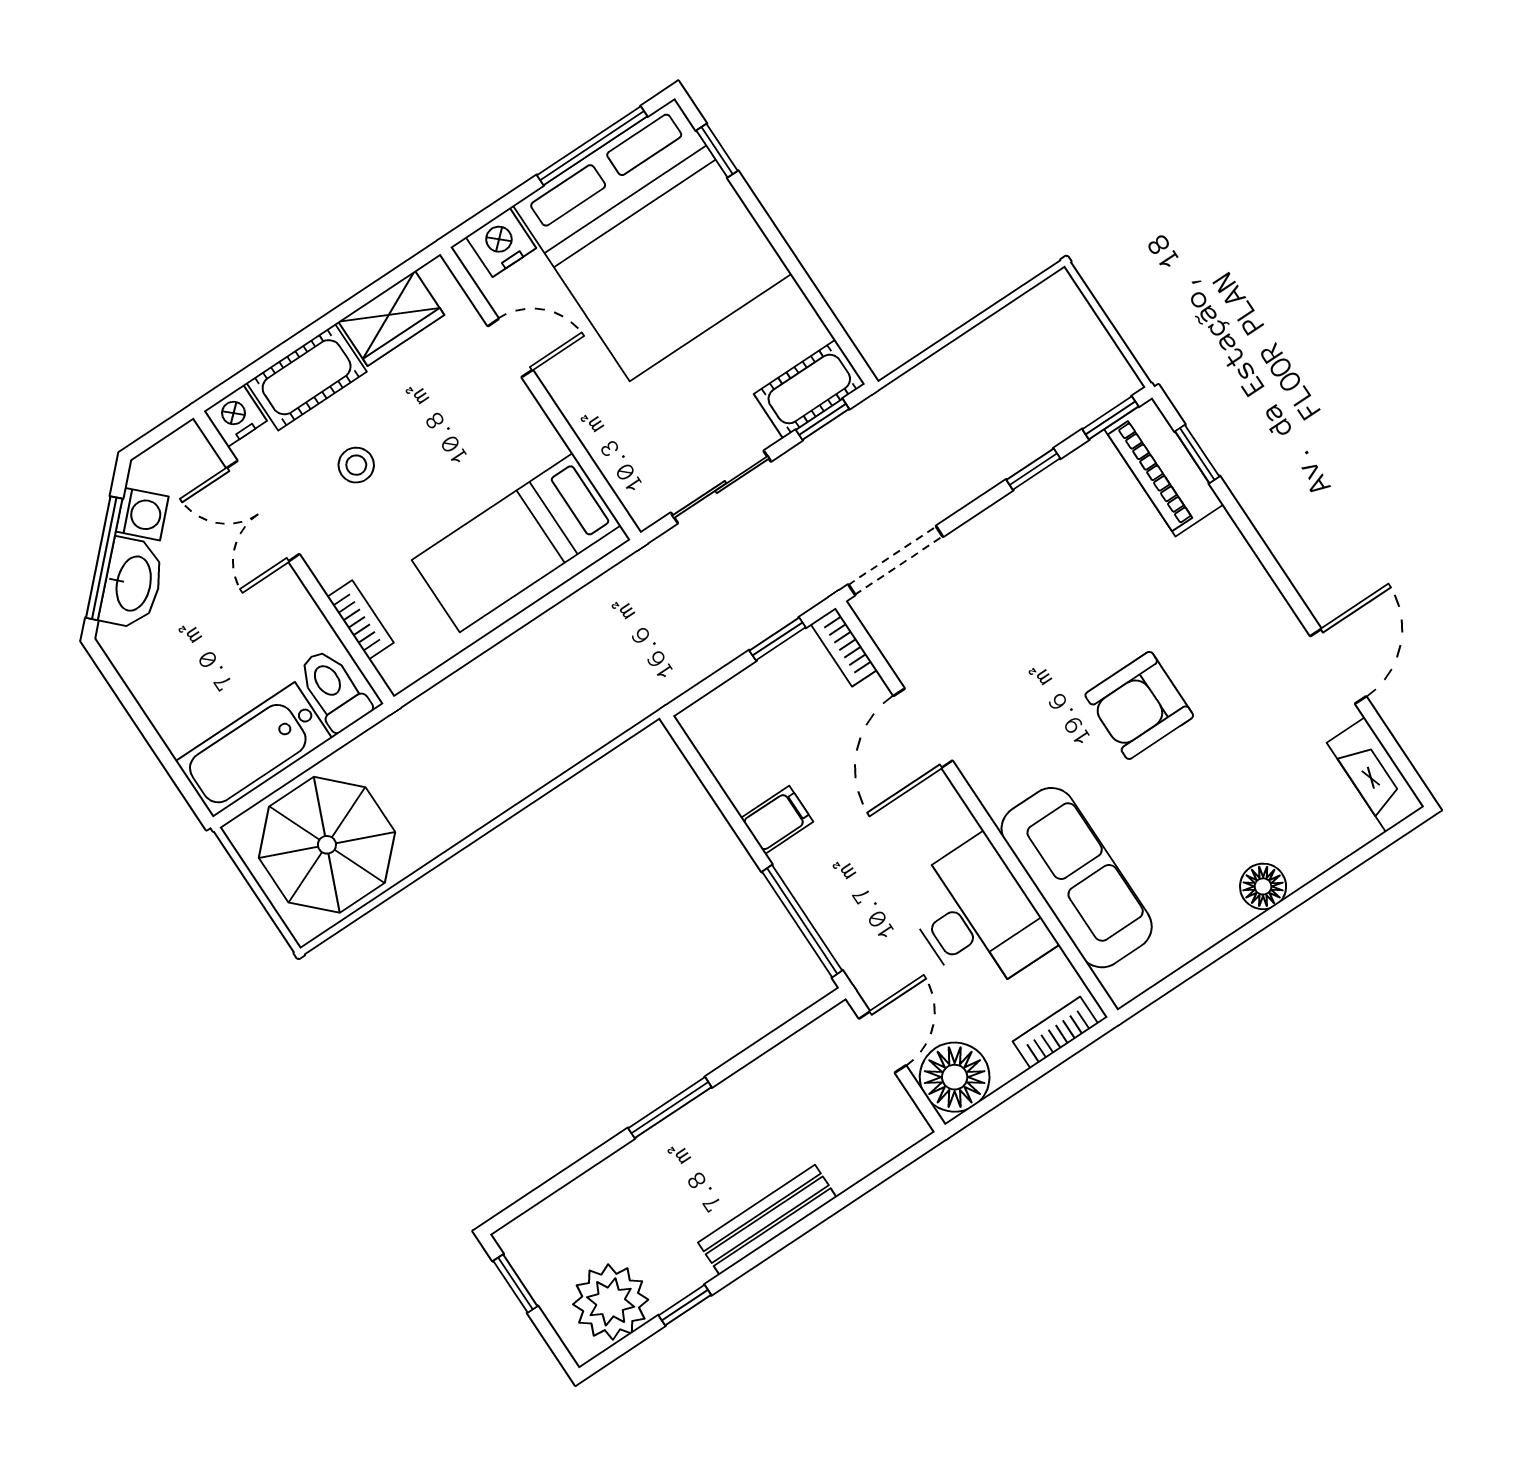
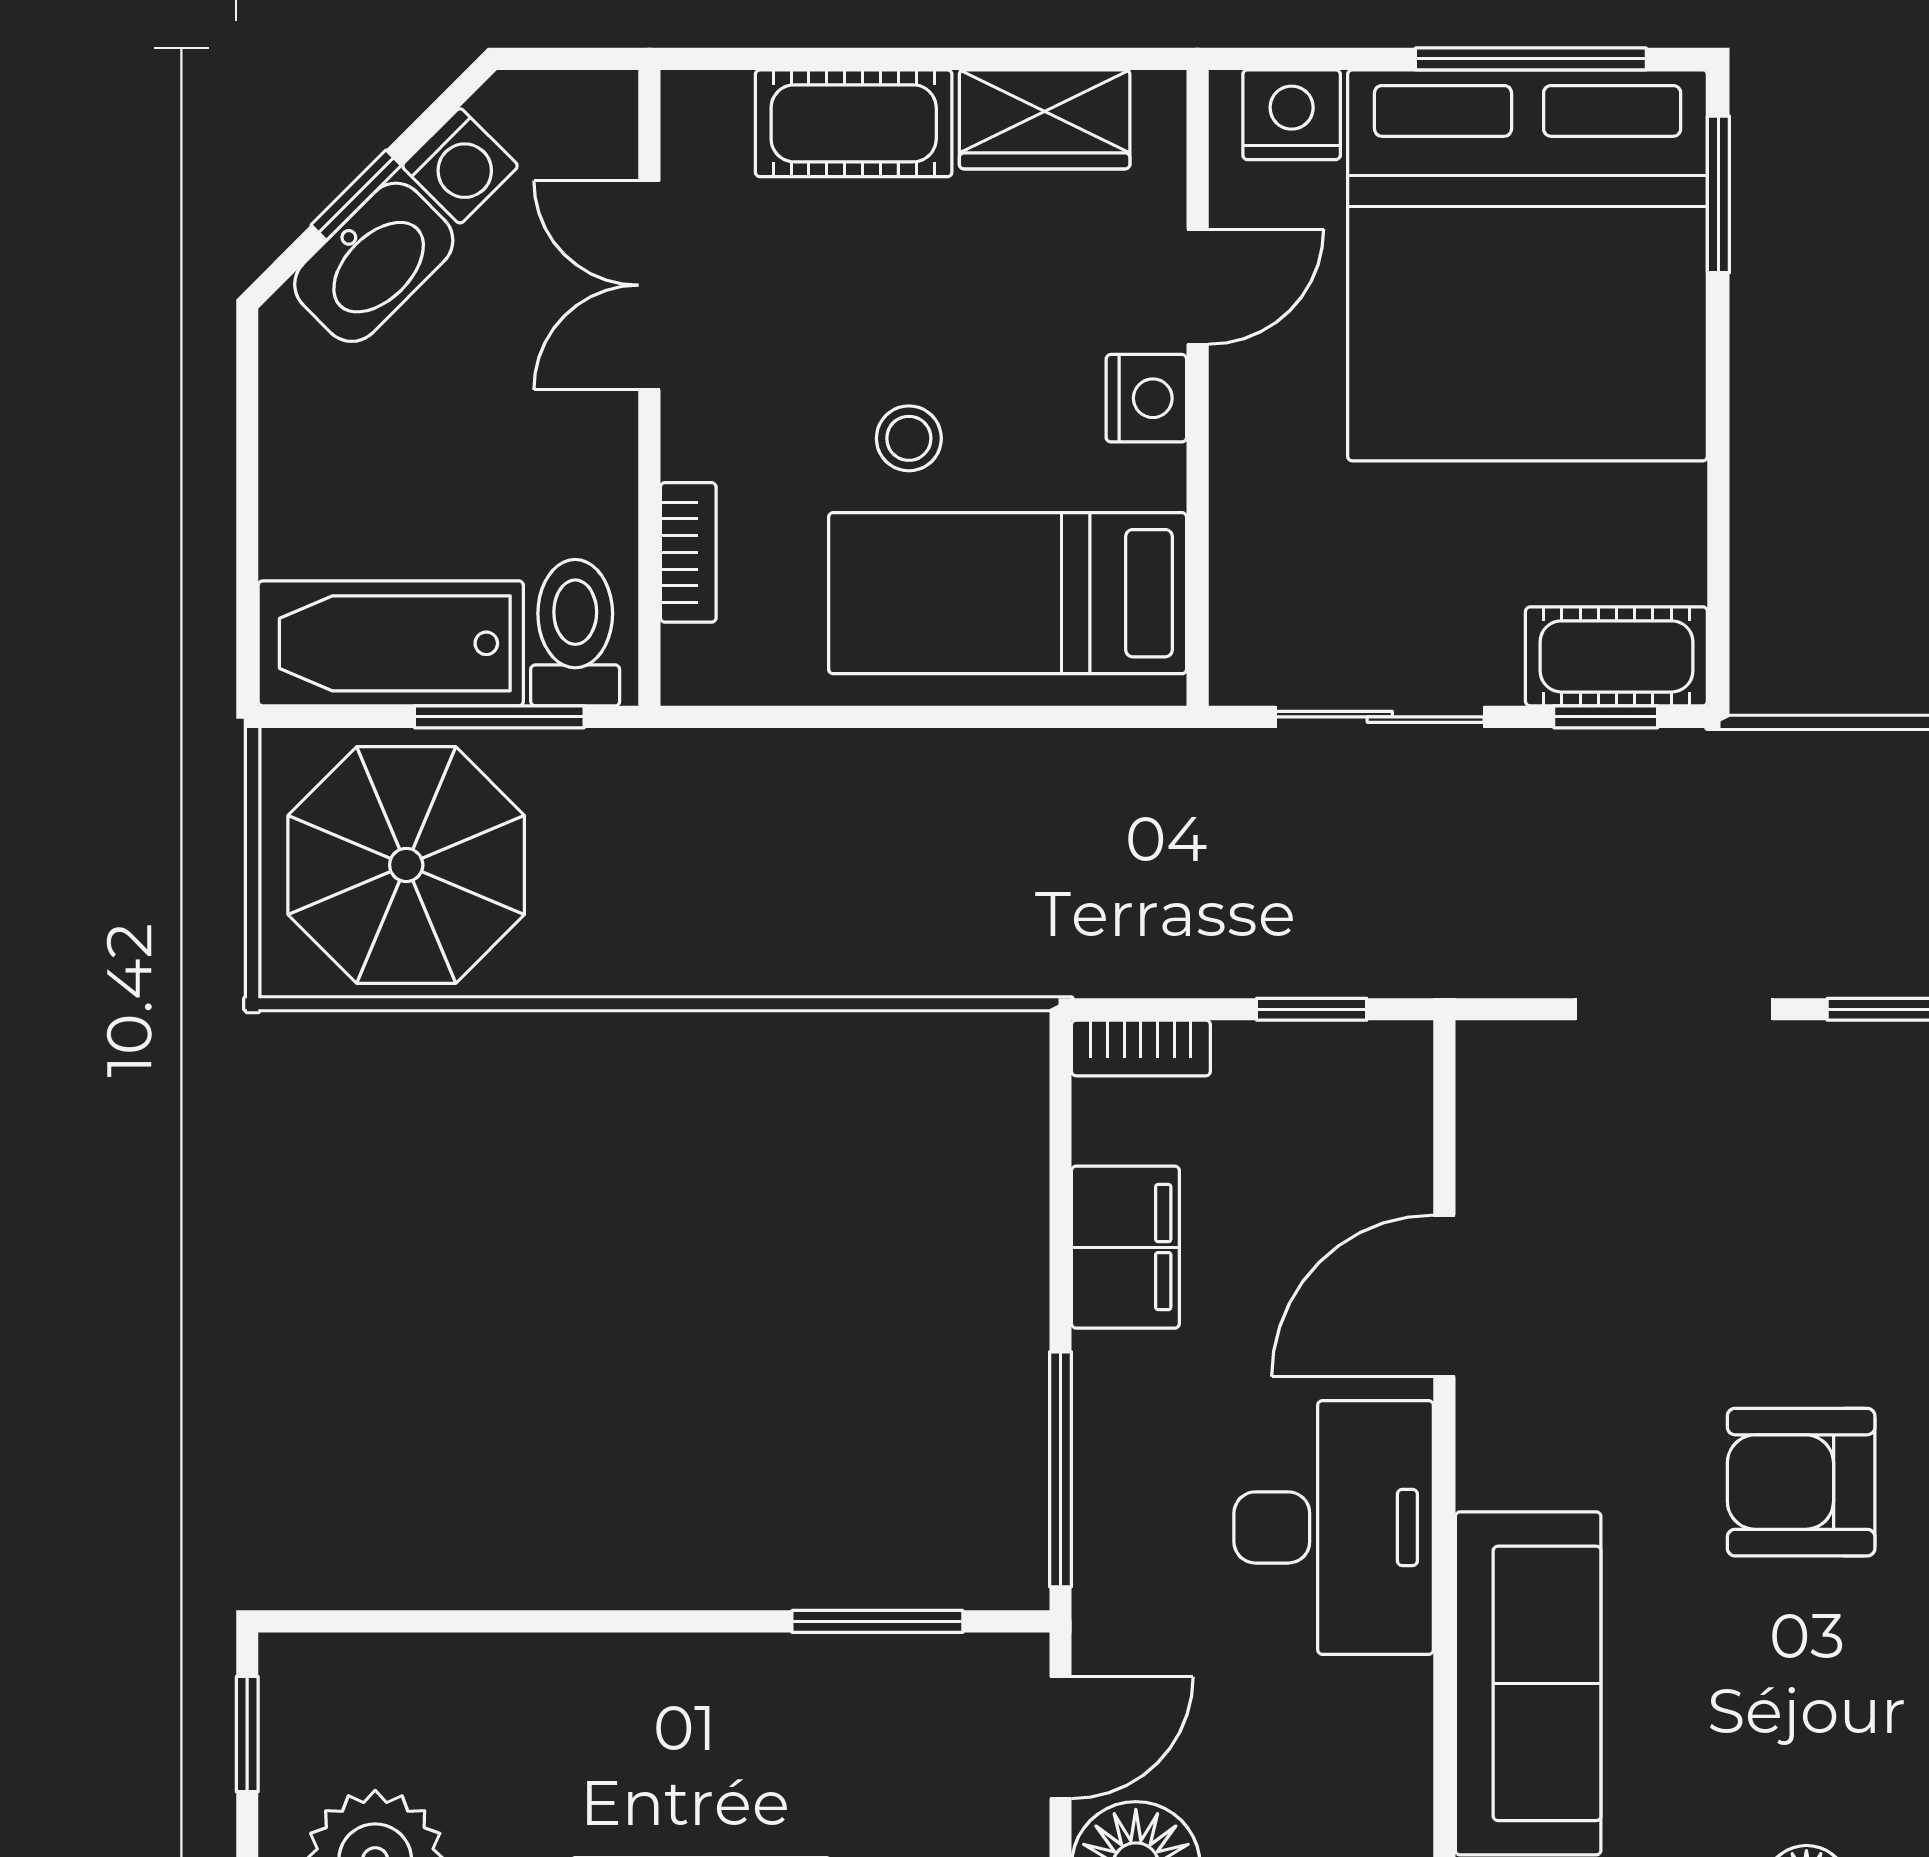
window: (717, 151) -> (1718, 194), width x1.50
door: (510, 348) -> (1198, 287), hinge flipped
nightstand: (235, 416) -> (1146, 398), moved, turned 90
stool: (356, 465) -> (909, 438), moved
window: (104, 558) -> (356, 195), width x0.46
doorway: (896, 561) -> (1674, 1009), moved
bookcase: (844, 647) -> (1141, 1048), moved, turned -90
window: (325, 750) -> (499, 717), added
filing cabinet: (777, 820) -> (1125, 1247), width x2.00
desk: (977, 917) -> (1334, 1527), moved
window: (670, 1108) -> (877, 1621), moved

